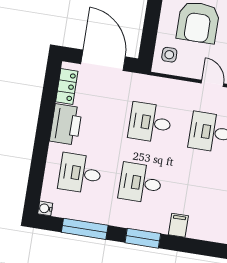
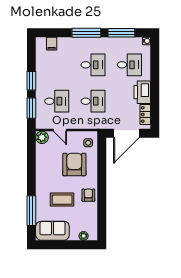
door: (103, 60) -> (126, 133), hinge flipped
filing cabinet: (178, 225) -> (52, 44), moved
window: (143, 238) -> (86, 33), width x1.44

